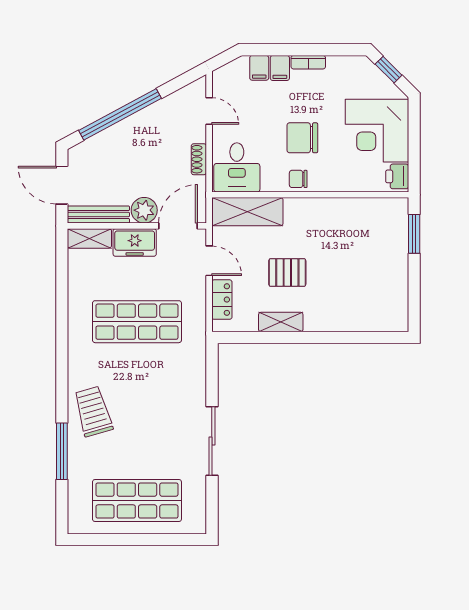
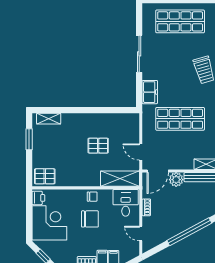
pallet: (385, 216) -> (45, 176), added
window: (414, 234) -> (29, 139), moved
freezer: (135, 242) -> (150, 92), moved, turned 90
locker: (222, 300) -> (134, 131), removed
shelving: (281, 322) -> (49, 119), moved

